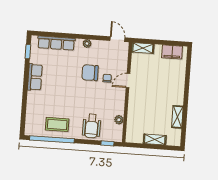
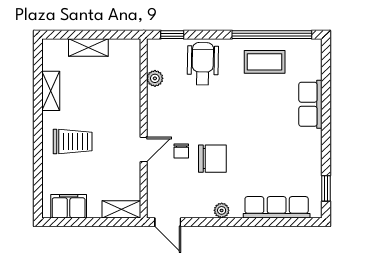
row of seats: (35, 77) -> (310, 104), moved
trolley: (167, 88) -> (73, 141), added

